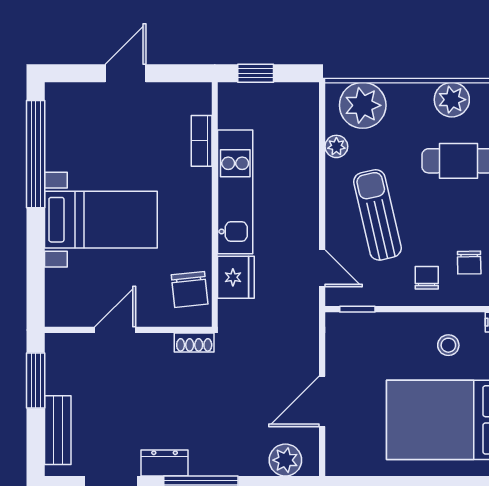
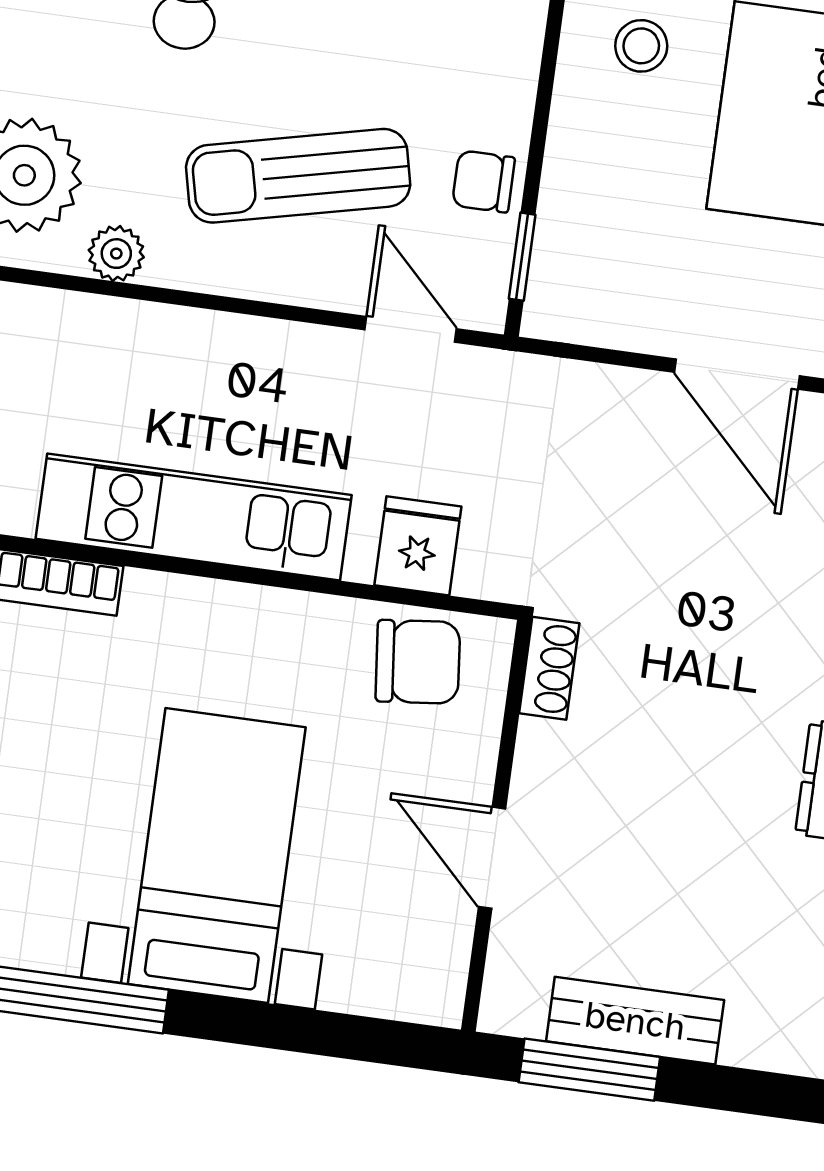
door: (322, 268) -> (411, 329), hinge flipped
fridge: (236, 277) -> (418, 546), width x0.72
chair: (427, 278) -> (484, 181), moved
bench: (58, 430) -> (635, 1021), moved

